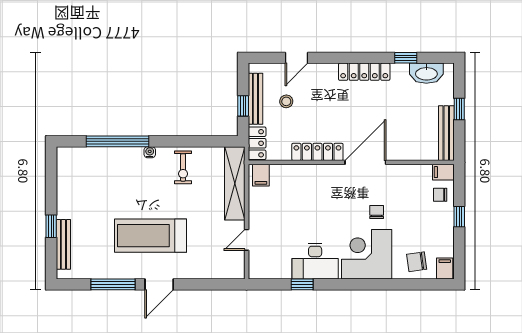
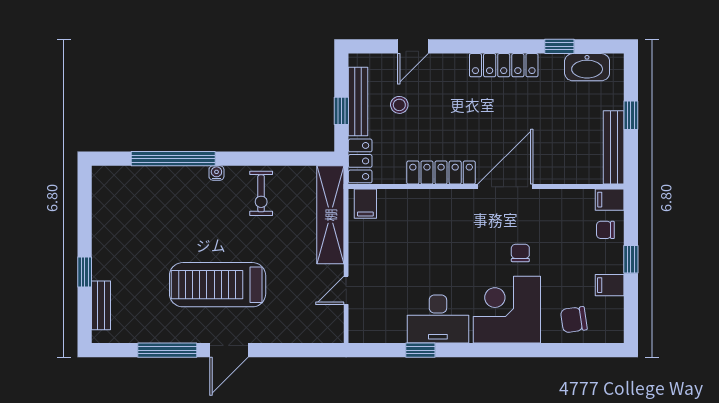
bench: (63, 244) -> (101, 305), width x0.73
filing cabinet: (445, 269) -> (610, 285), moved, turned -90

